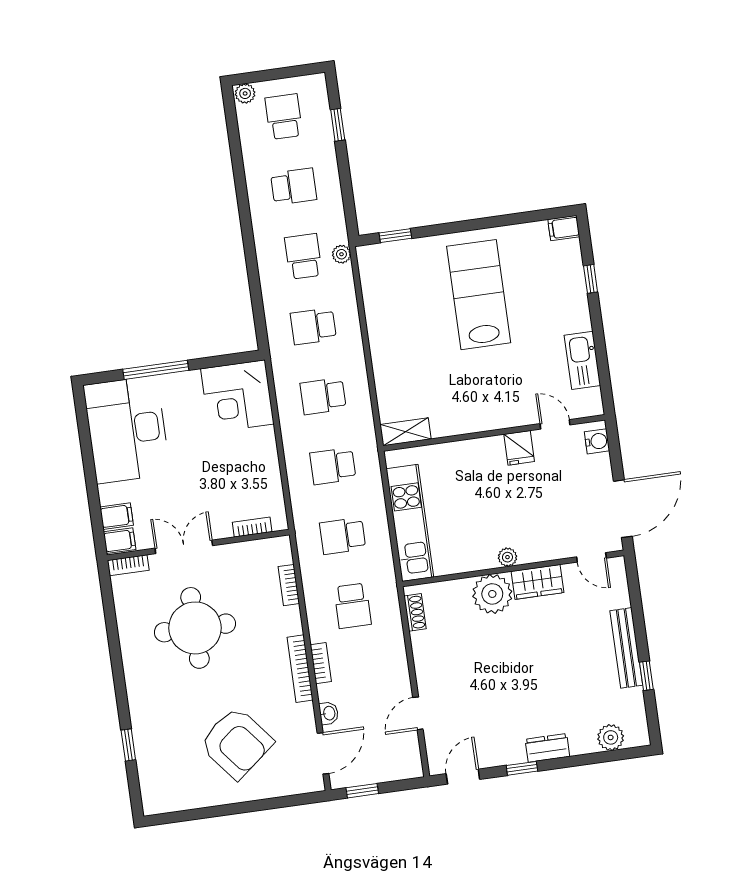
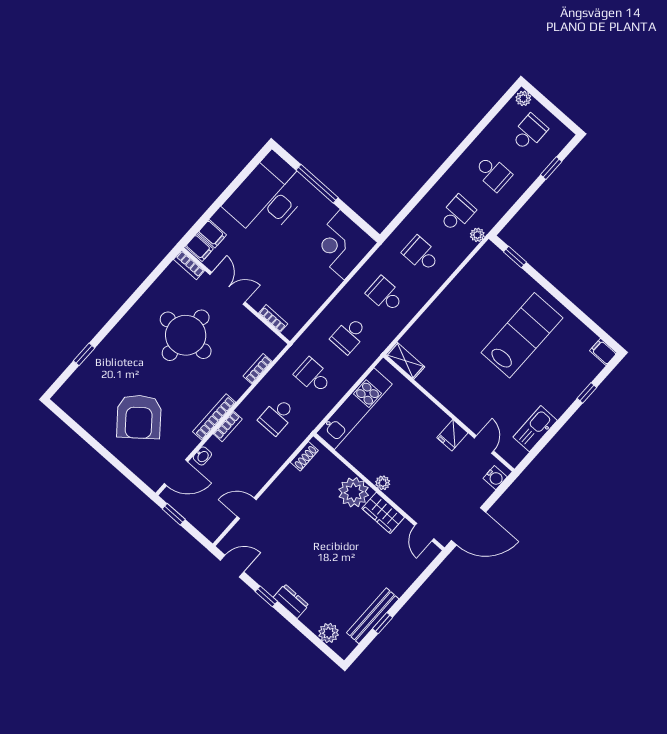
school desk: (333, 466) -> (349, 335), turned -90
bench: (626, 648) -> (373, 616), moved

